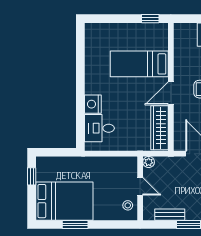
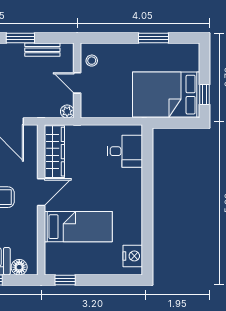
floor lamp: (189, 29) -> (19, 267), added
nightstand: (93, 104) -> (133, 256), moved
bed: (64, 201) -> (166, 95), moved

